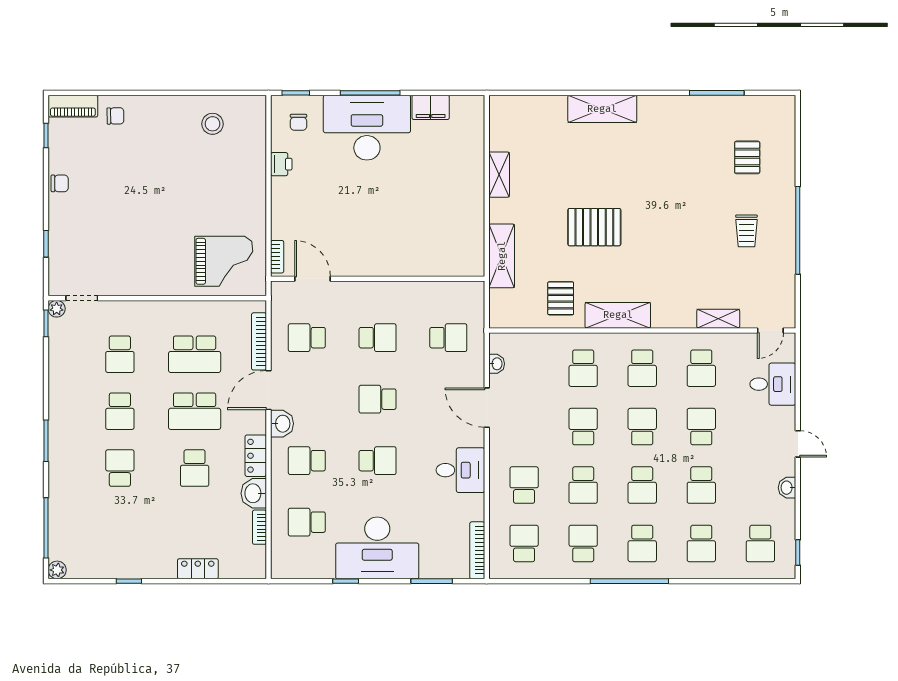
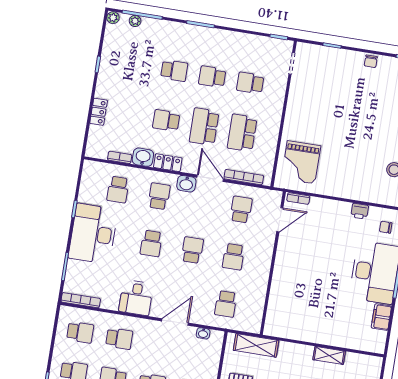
shelving: (502, 256) -> (256, 345), moved
plant: (57, 309) -> (135, 21), moved
school desk: (307, 522) -> (118, 190), turned 180

